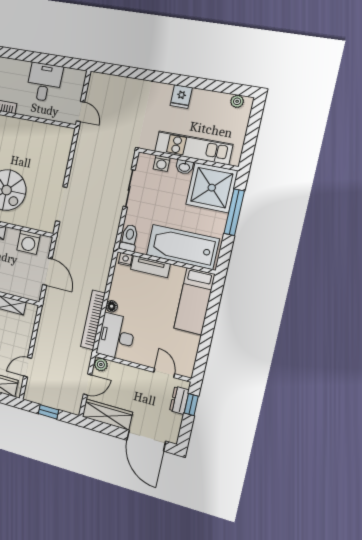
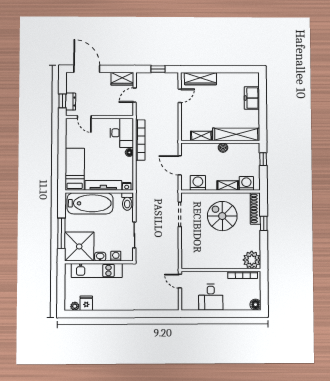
fridge: (181, 97) -> (86, 303), moved
tv unit: (150, 267) -> (103, 185), width x1.41
plant: (101, 365) -> (128, 111), removed
wardrobe: (107, 414) -> (122, 79), width x0.67

